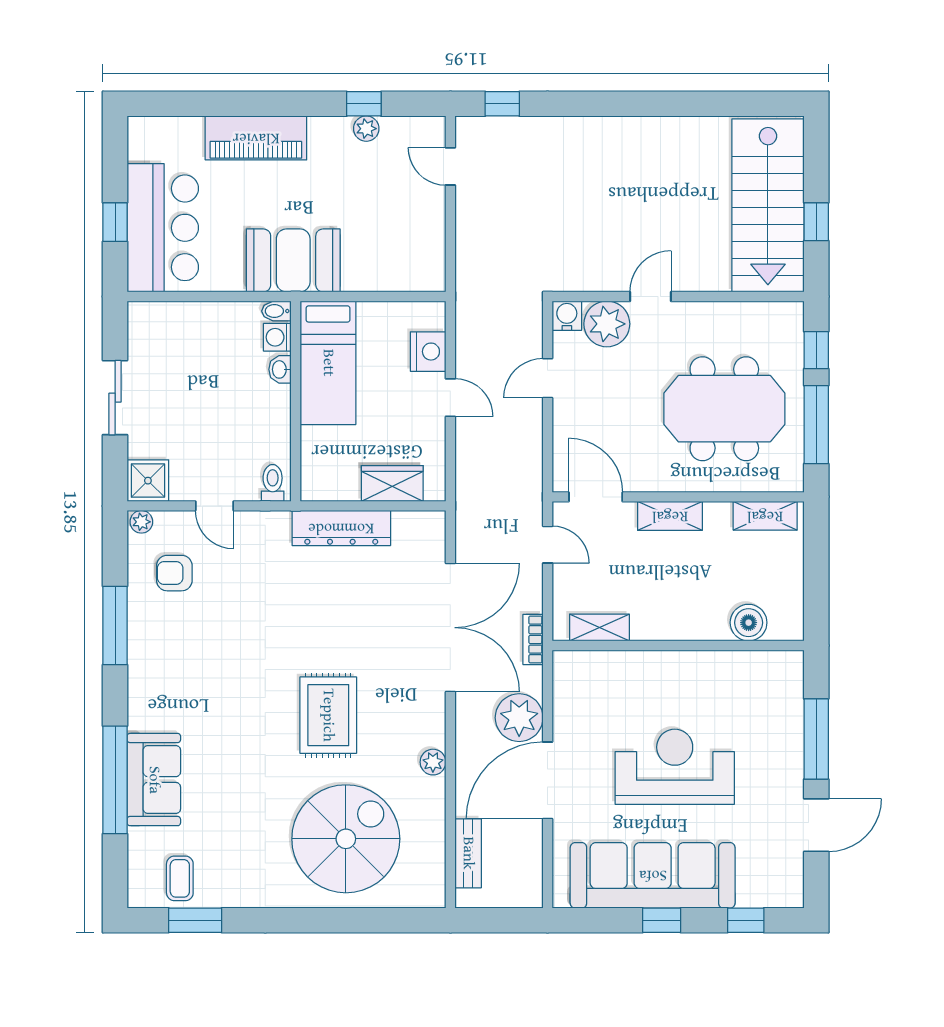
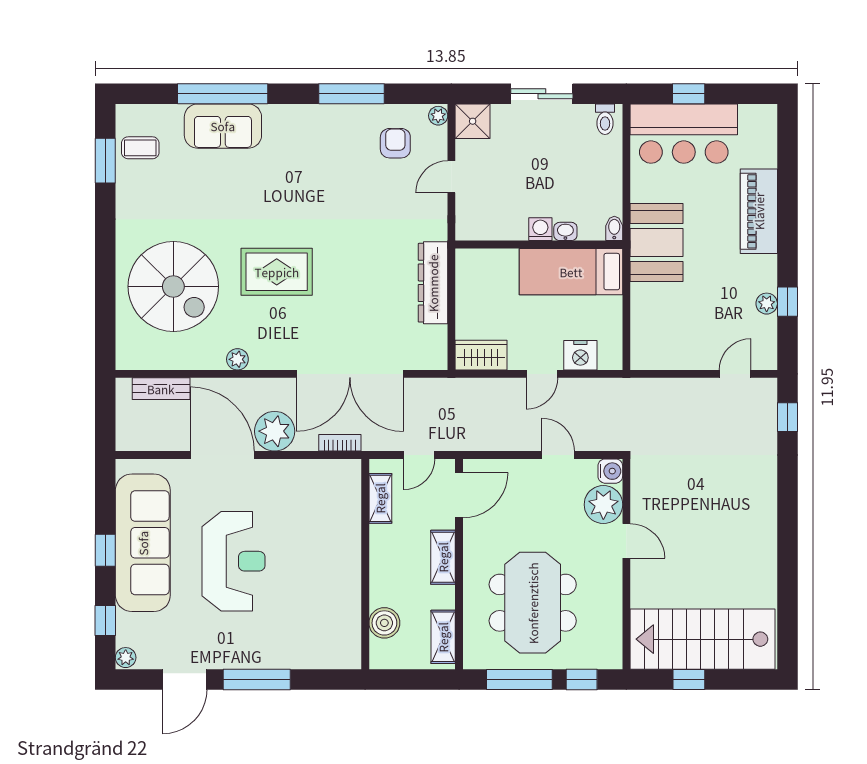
washing machine: (277, 337) -> (540, 229), moved
toilet: (273, 483) -> (605, 119), moved, turned 90
wardrobe: (392, 483) -> (481, 355), moved, turned -90
boiler: (749, 623) -> (384, 623), moved
shelving: (599, 628) -> (380, 498), moved
wall: (678, 646) -> (365, 564), moved
door: (816, 825) -> (185, 679), hinge flipped
plant: (790, 896) -> (126, 658), added

